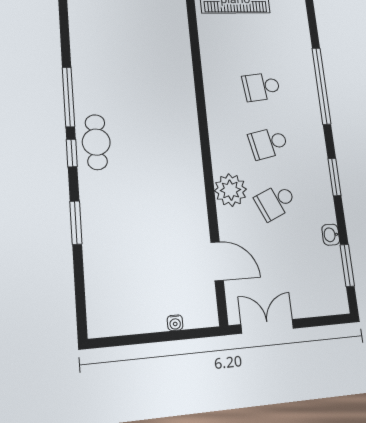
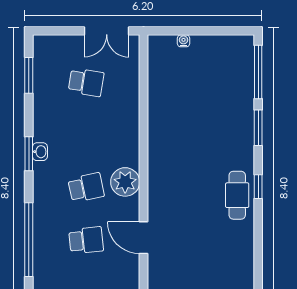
window: (68, 97) -> (258, 72), moved
plant: (230, 190) -> (125, 182), moved
school desk: (276, 202) -> (86, 82), moved, turned 33
washbasin: (331, 235) -> (40, 152), moved
door: (217, 261) -> (143, 238), moved

